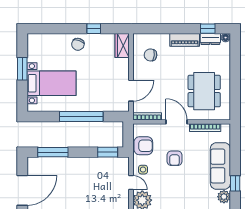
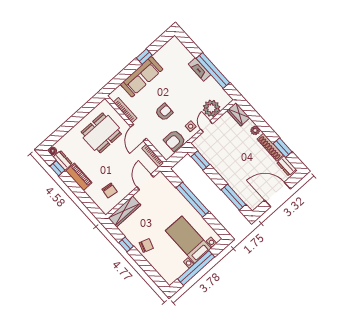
wardrobe: (122, 45) -> (124, 211), width x1.50
window: (22, 69) -> (196, 268), width x2.11
door: (131, 91) -> (145, 182), hinge flipped
armchair: (143, 146) -> (175, 140), turned -90
plant: (224, 197) -> (160, 56), removed

